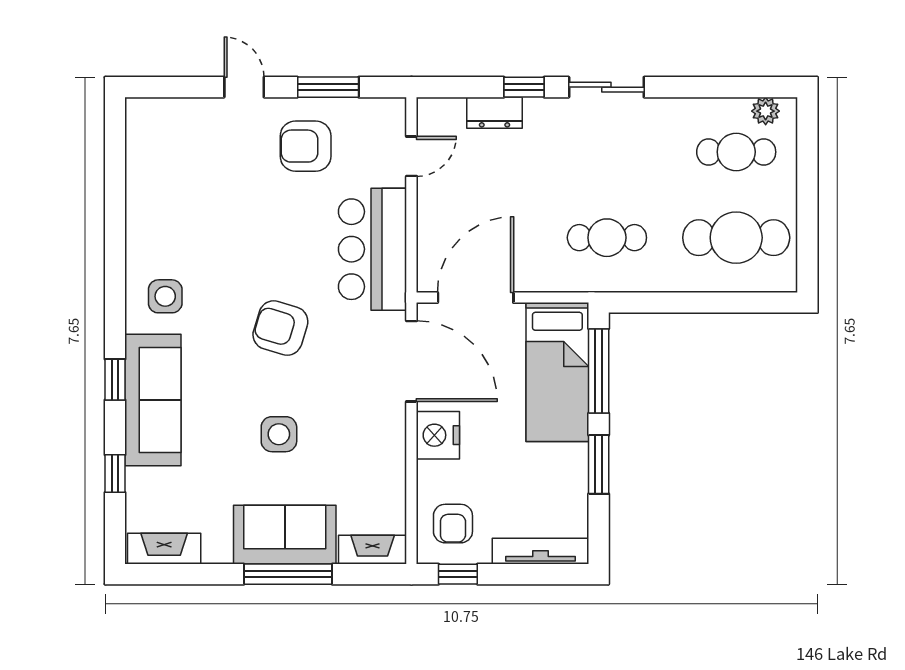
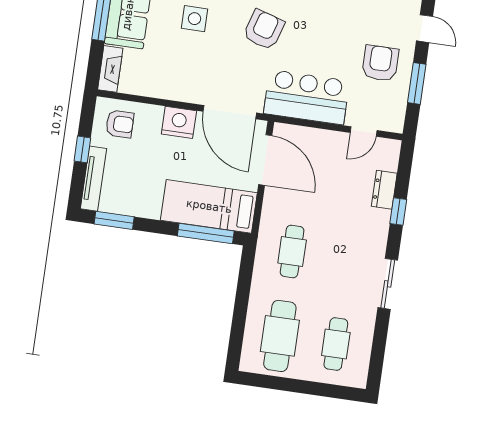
door: (244, 87) -> (425, 29), hinge flipped
sliding door: (606, 87) -> (388, 284), moved
plant: (766, 111) -> (360, 367), removed
door: (411, 156) -> (364, 131), hinge flipped
door: (411, 361) -> (230, 112), hinge flipped
window: (599, 464) -> (114, 220), moved
armchair: (453, 524) -> (120, 124), turned 180
window: (458, 574) -> (82, 149), moved

